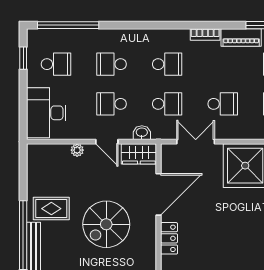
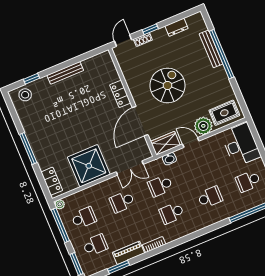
school desk: (112, 104) -> (198, 170), removed
plant: (77, 150) -> (203, 126), width x1.87, depth x1.87
rug: (51, 209) -> (224, 113), moved

